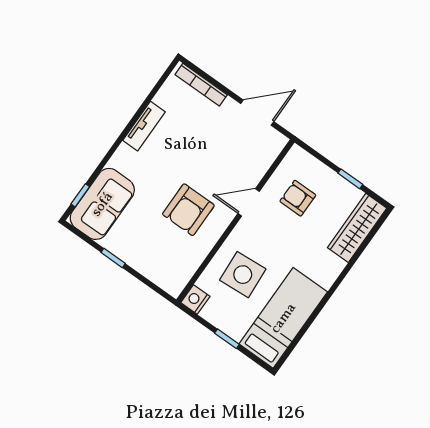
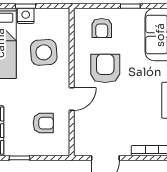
armchair: (161, 256) -> (102, 28), added
nightstand: (195, 299) -> (26, 16), moved, turned -90

